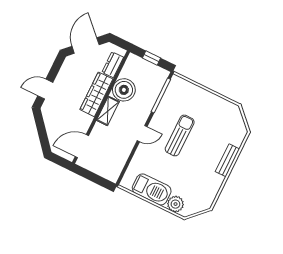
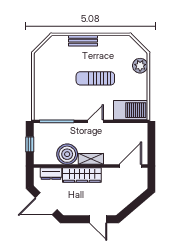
door: (142, 134) -> (96, 121), hinge flipped
sun lounger: (180, 135) -> (95, 78), moved
door: (82, 146) -> (130, 166), swing flipped
barbecue: (152, 189) -> (131, 110), moved, turned 90

